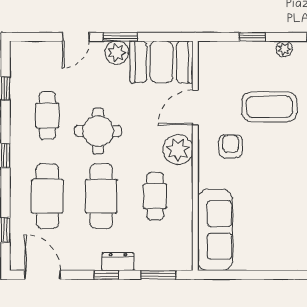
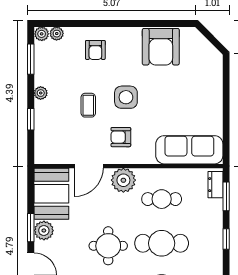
door: (195, 107) -> (89, 166), hinge flipped
coffee table: (269, 107) -> (88, 105), width x0.54, depth x0.58
side table: (279, 153) -> (126, 97), added
dresser: (118, 262) -> (215, 185), moved

